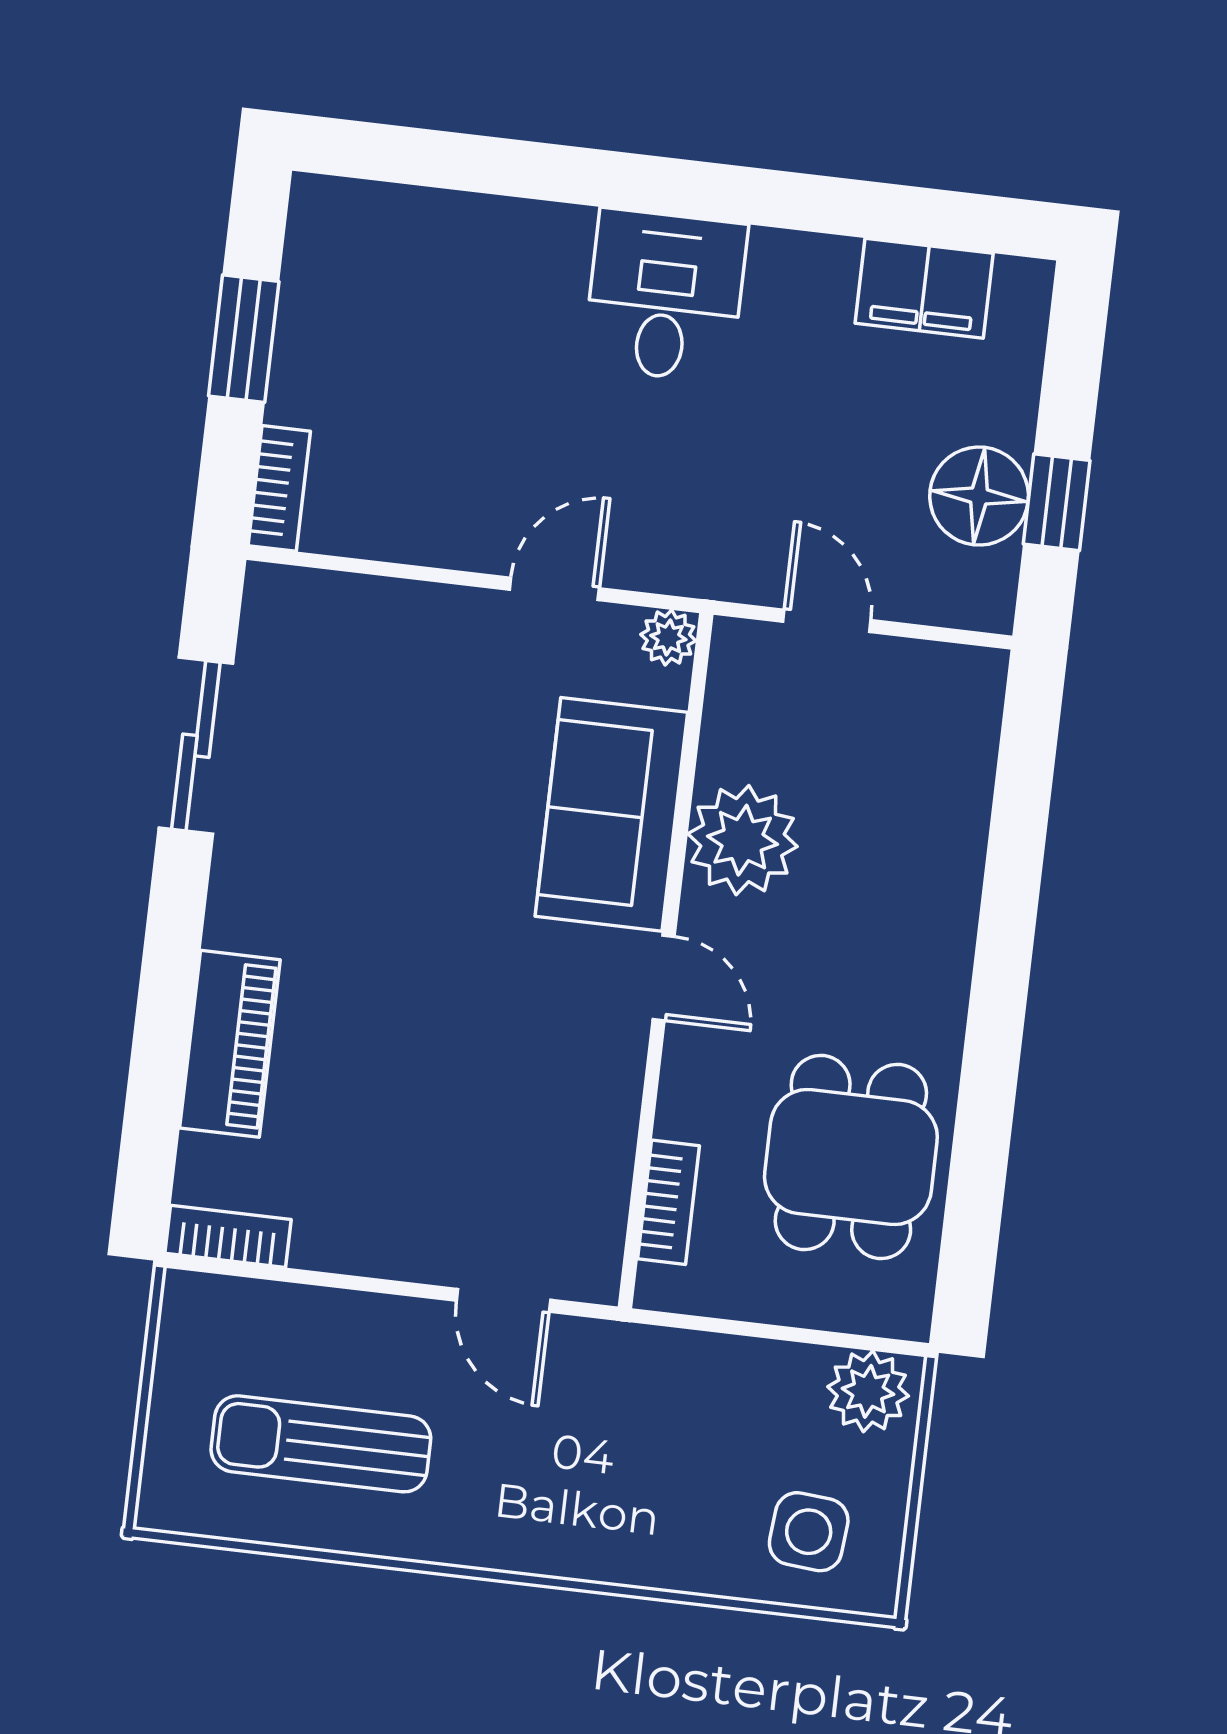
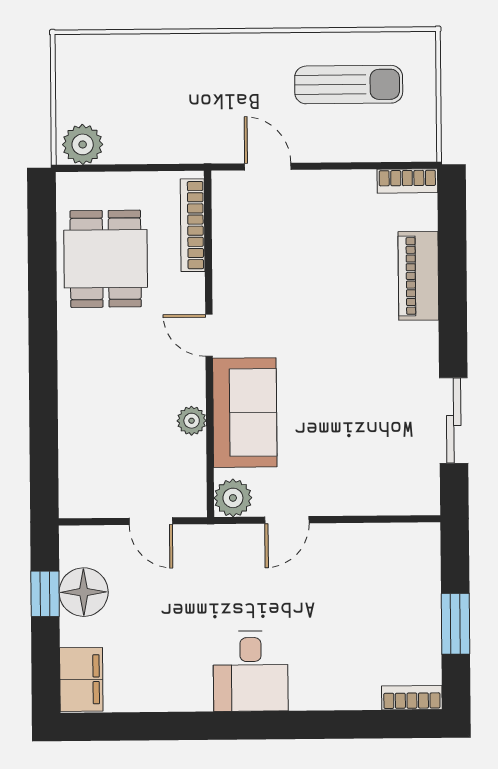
filing cabinet: (924, 288) -> (81, 679), moved, turned 90
bookcase: (279, 488) -> (412, 698), moved, turned 90
plant: (668, 638) -> (233, 498), width x1.38, depth x1.38
plant: (743, 840) -> (192, 421), width x0.53, depth x0.53
bookcase: (669, 1202) -> (193, 225), width x1.56
side table: (809, 1532) -> (103, 72), removed

